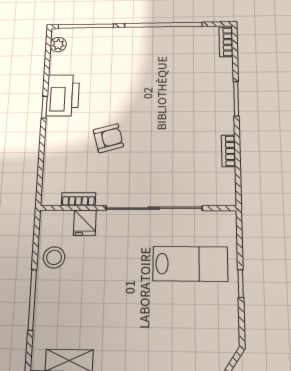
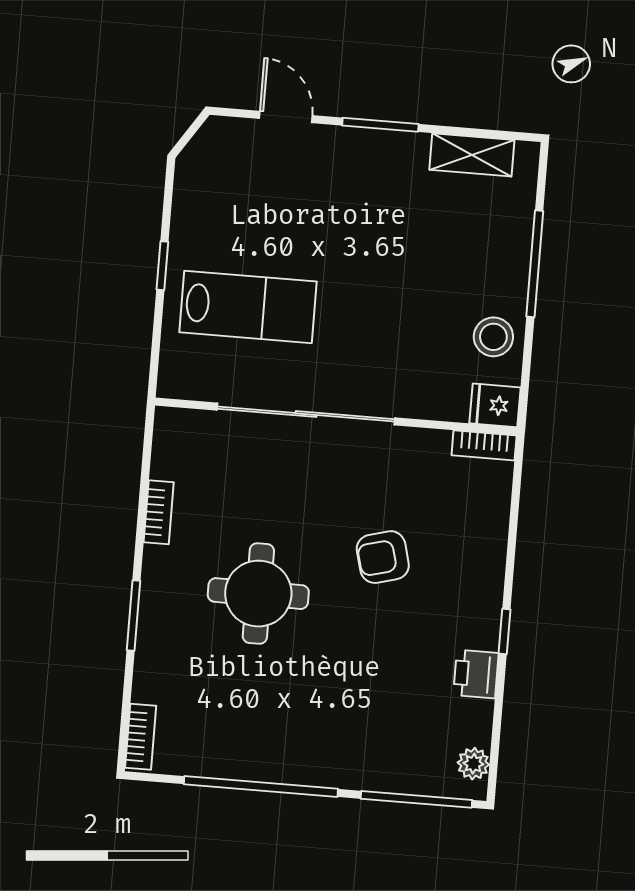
printer: (63, 95) -> (476, 674), width x0.53, depth x0.68
round table: (172, 115) -> (258, 594), added
bookcase: (78, 199) -> (484, 445), moved
fridge: (85, 223) -> (495, 405), moved, turned -90
lab bench: (190, 264) -> (248, 307), turned 180

